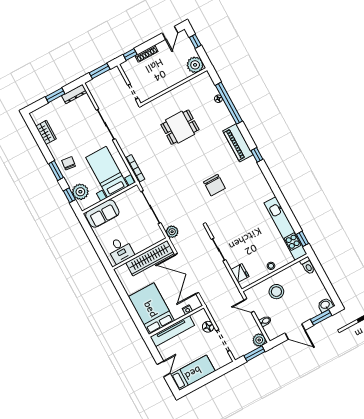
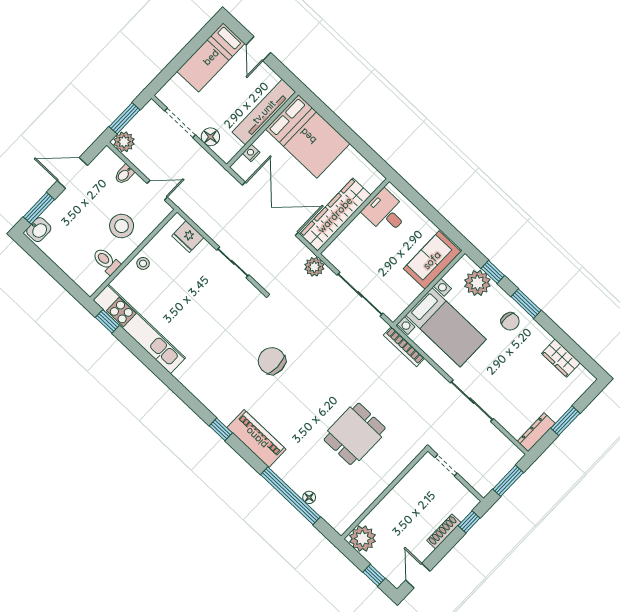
toilet: (308, 266) -> (106, 261), moved

